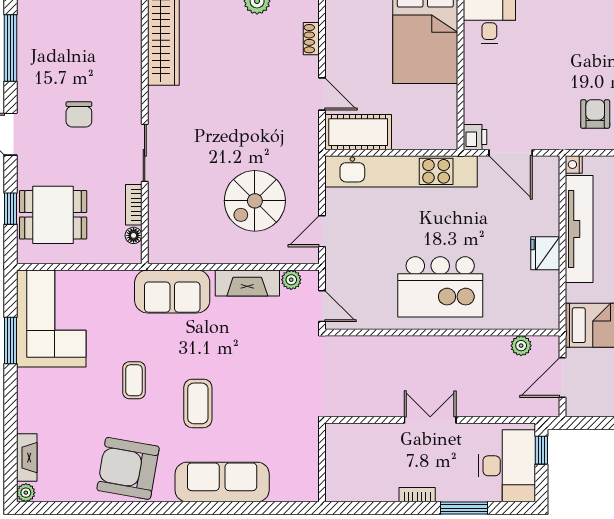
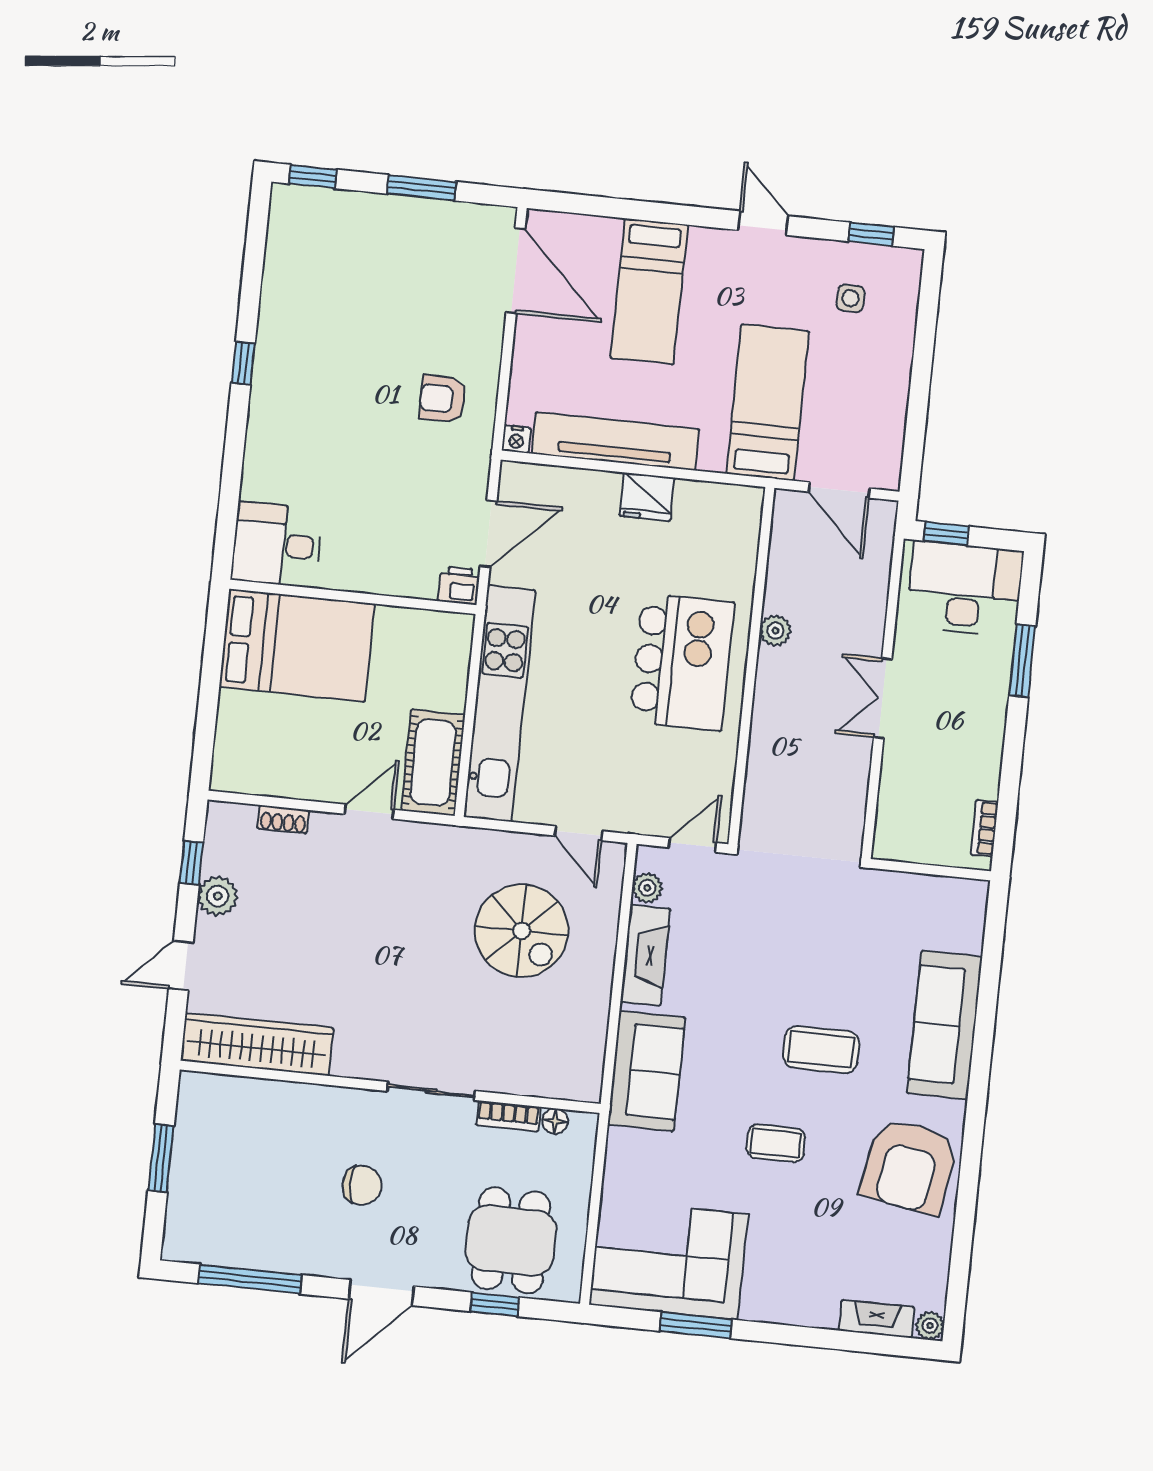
plant: (521, 346) -> (775, 631), moved
bookcase: (417, 495) -> (985, 828), moved

